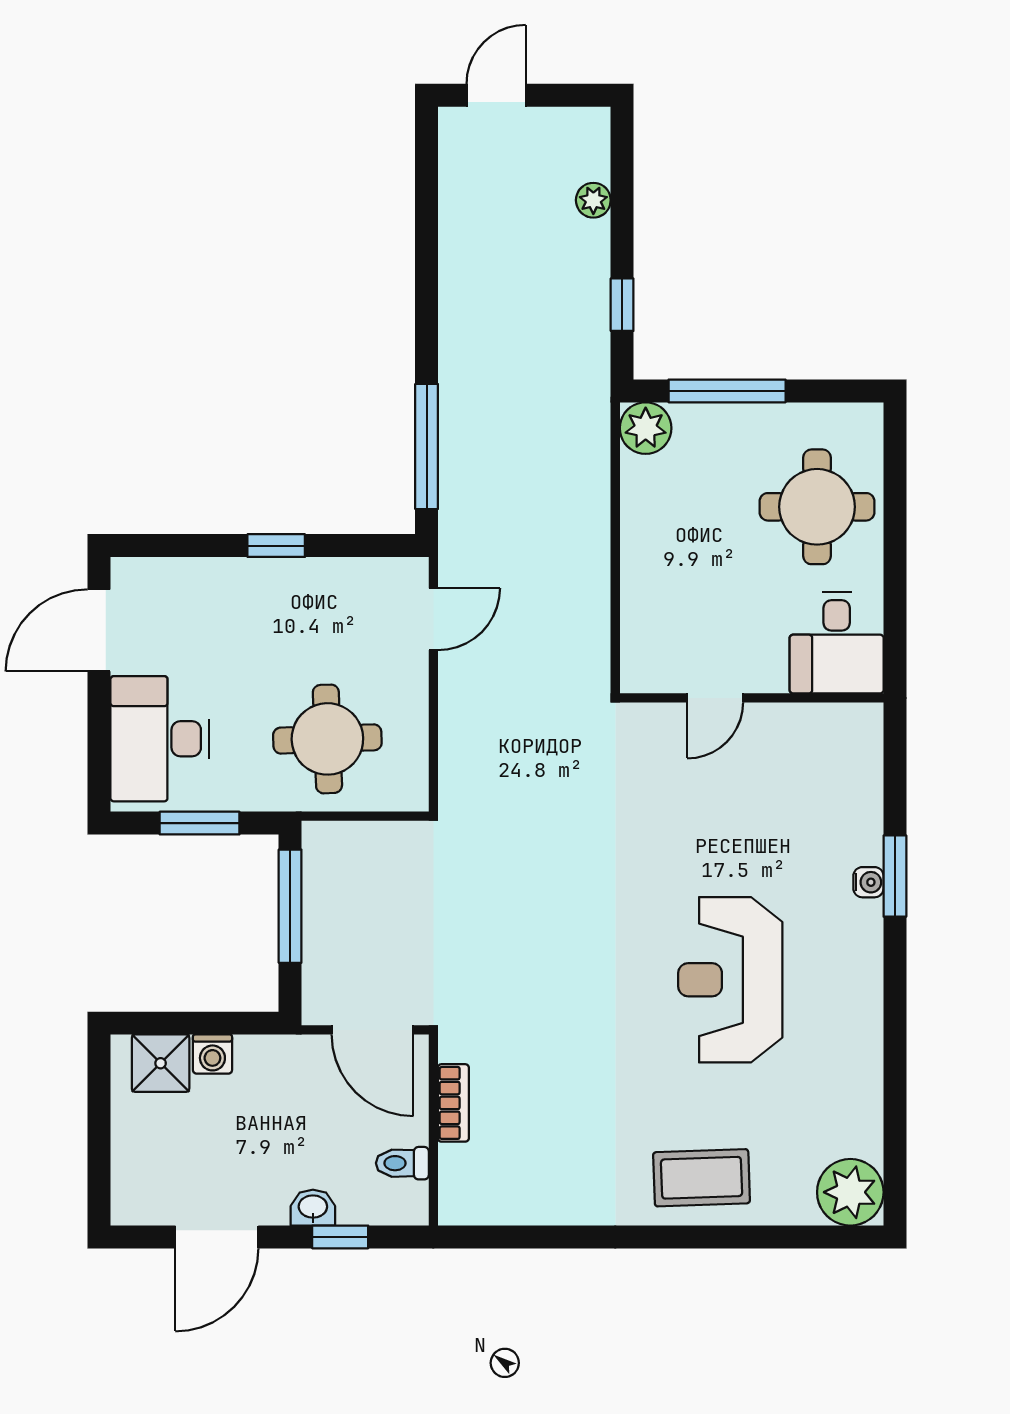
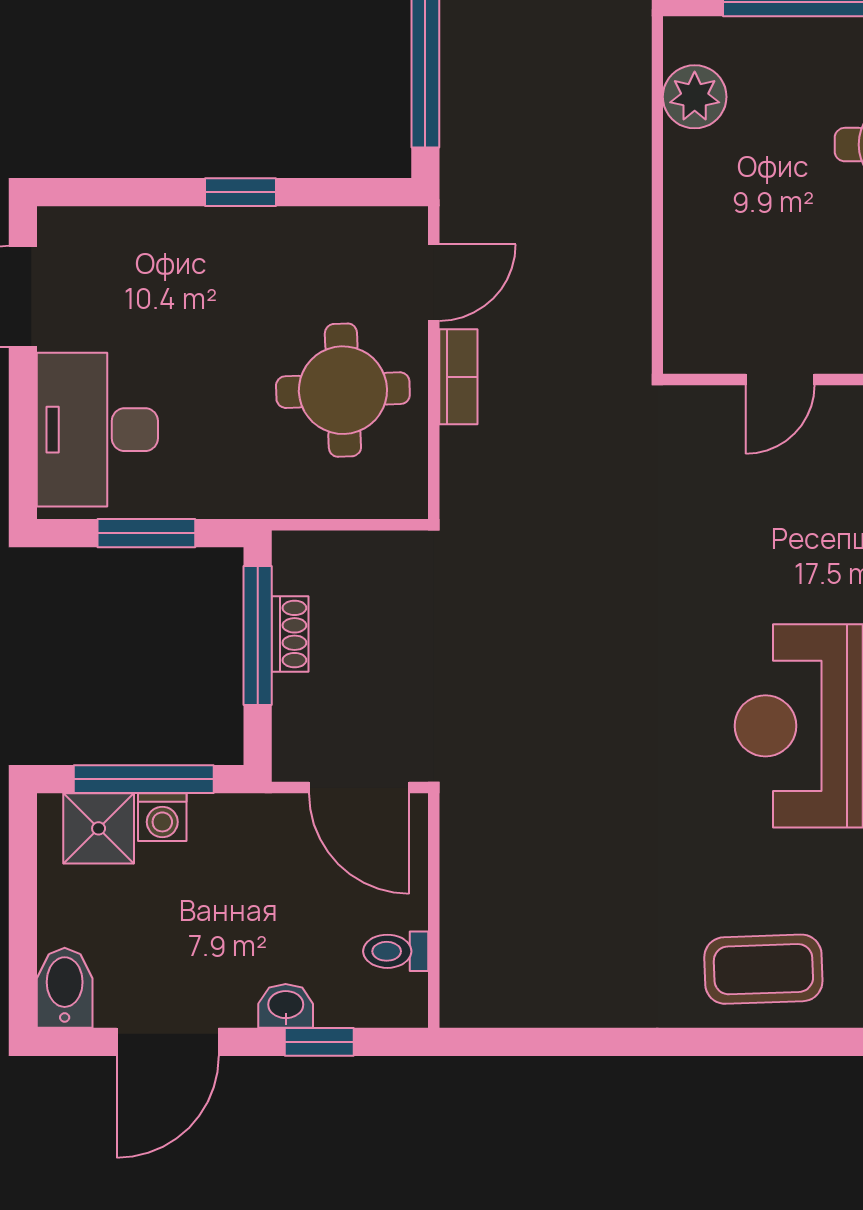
plant: (646, 428) -> (695, 97), moved
round table: (327, 739) -> (343, 390), moved
shoe rack: (316, 905) -> (290, 634), added
window: (197, 1023) -> (144, 779), added
bookcase: (453, 1103) -> (458, 377), moved
bidet: (133, 1193) -> (65, 988), added

